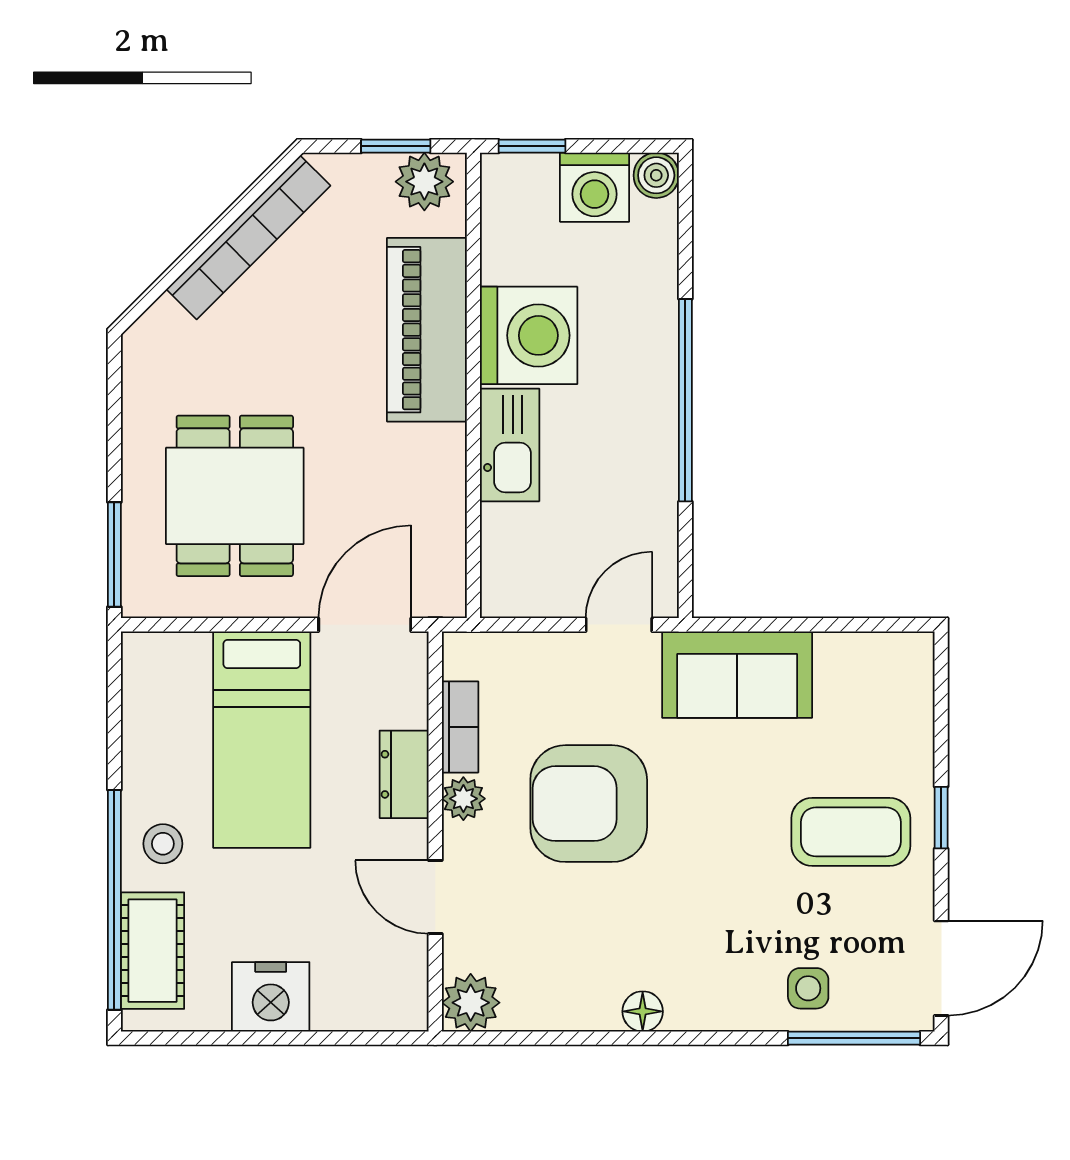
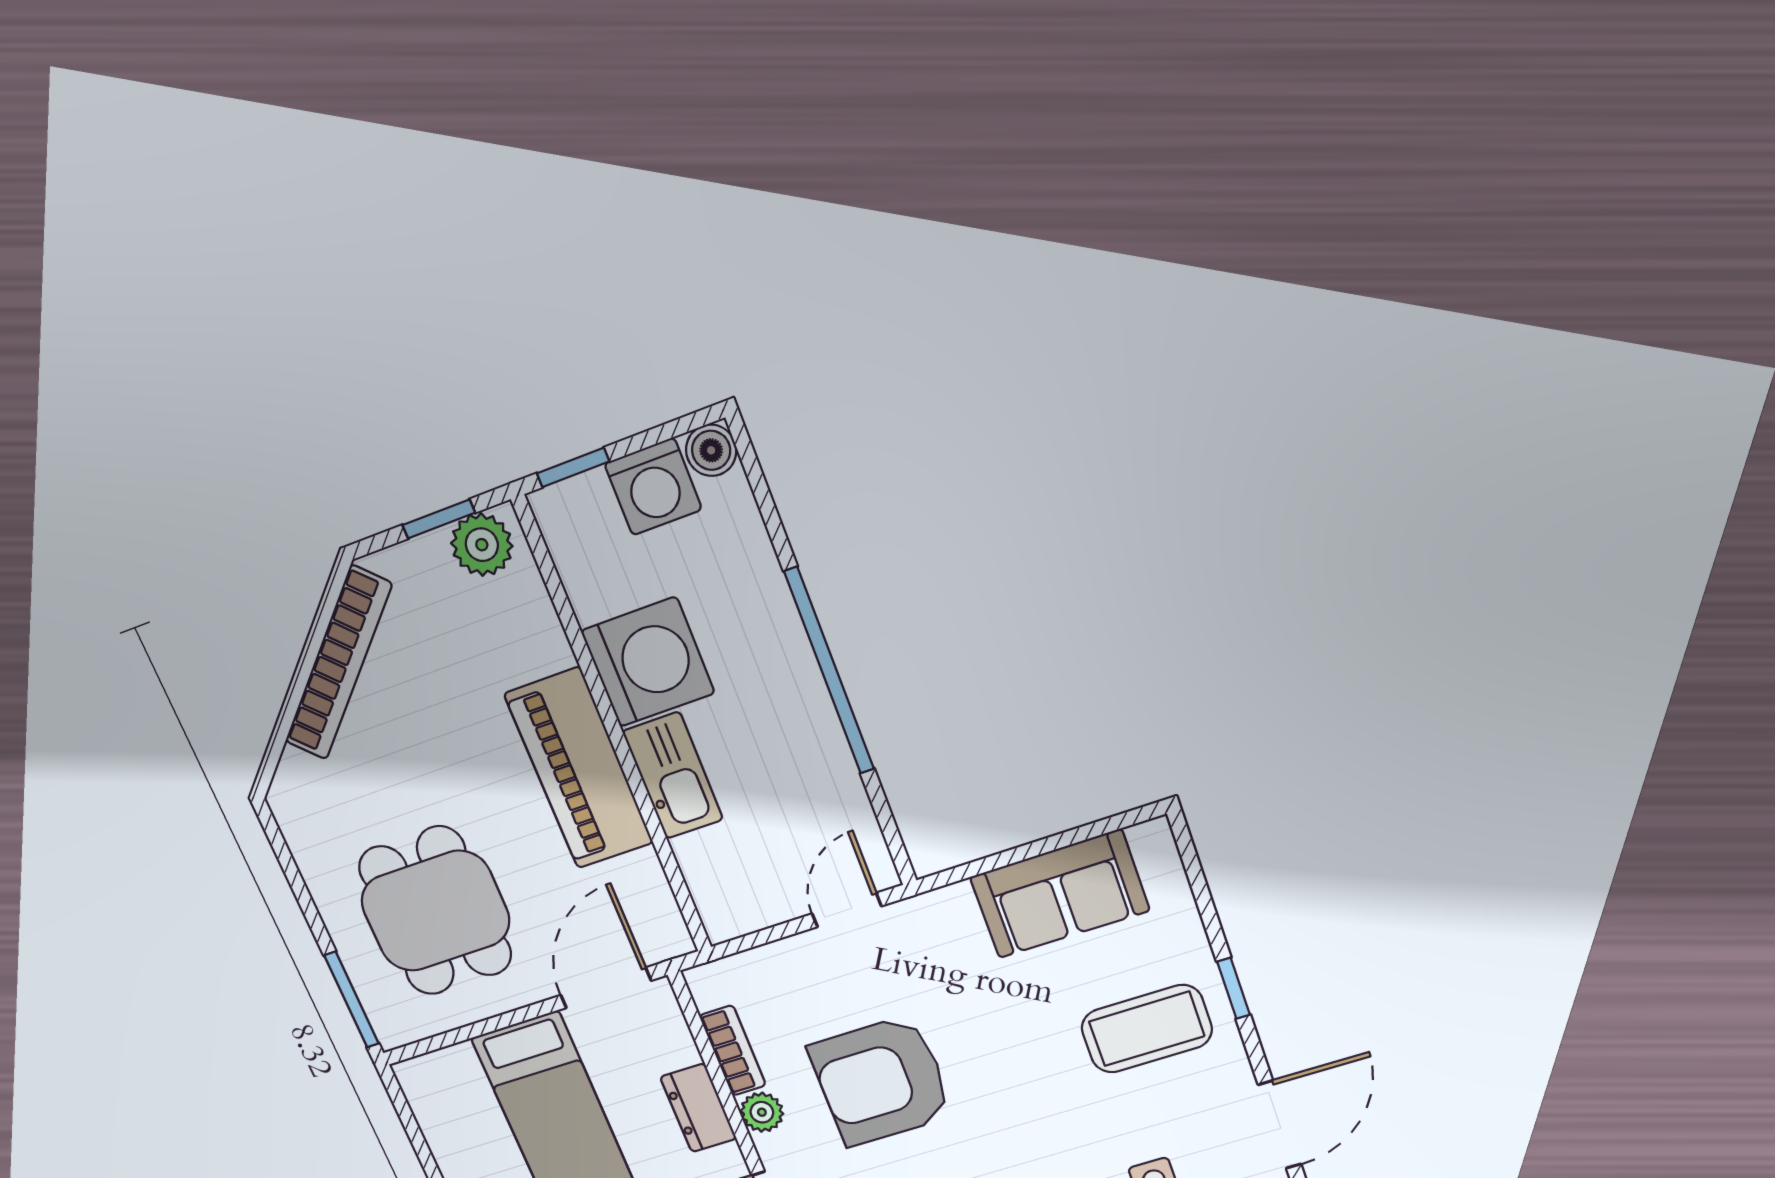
piano: (427, 330) -> (579, 769), moved
sofa: (737, 675) -> (1060, 894), moved

